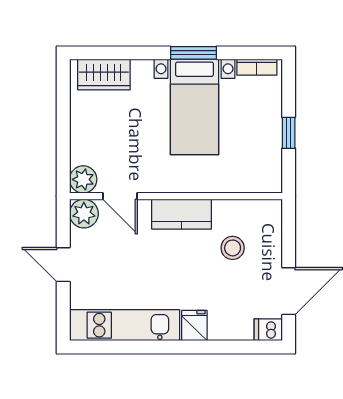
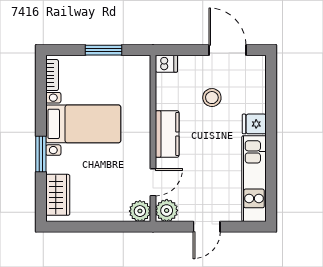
window: (194, 53) -> (41, 154), moved
window: (289, 133) -> (103, 50), width x1.50
stool: (233, 248) -> (212, 98), moved
dishwasher: (268, 330) -> (166, 64), moved, turned -90

